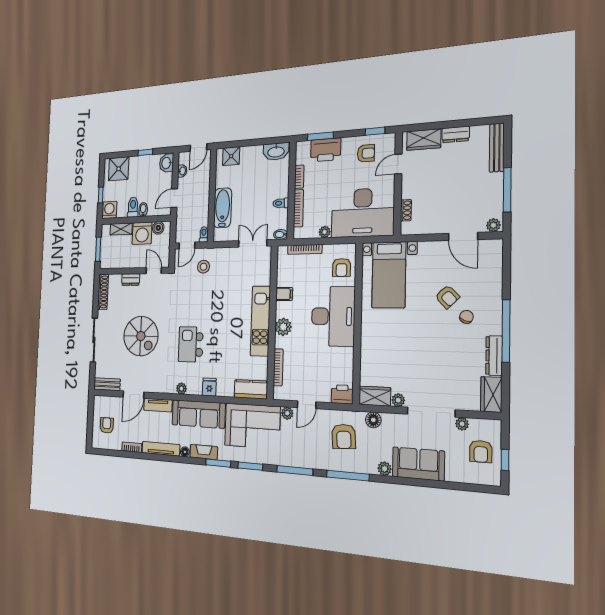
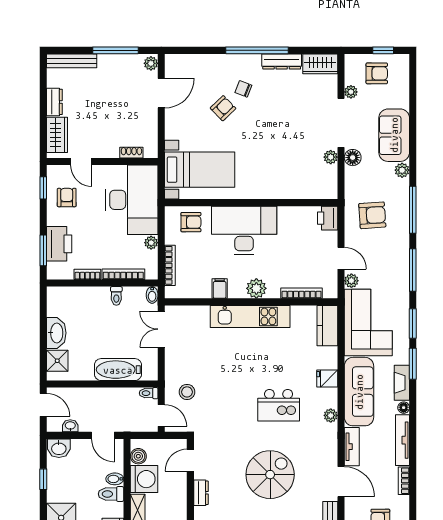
washbasin: (276, 151) -> (56, 333), moved
wardrobe: (375, 396) -> (328, 182), removed
floor lamp: (373, 420) -> (353, 158), moved

